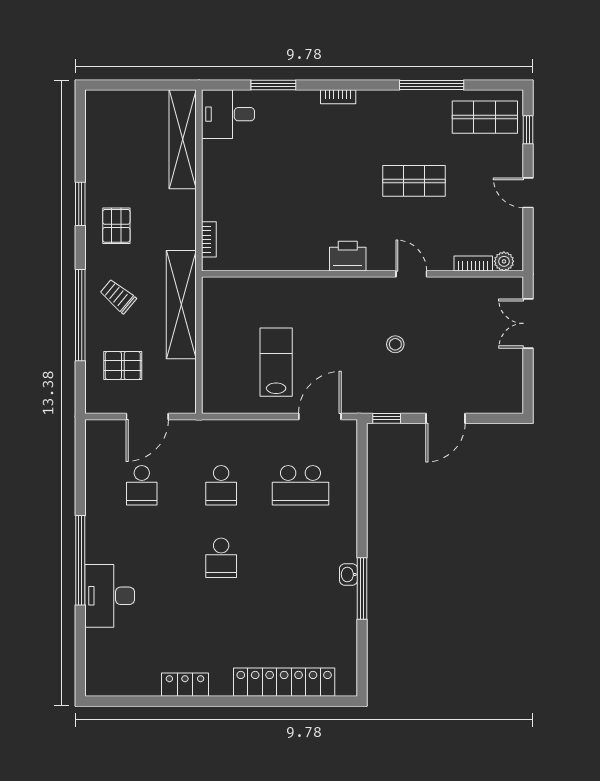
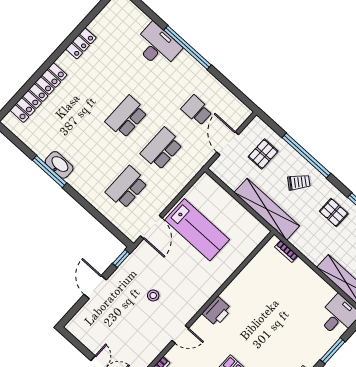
lab bench: (276, 362) -> (197, 230), width x1.36, depth x1.39
school desk: (221, 485) -> (162, 149), width x1.85
school desk: (221, 558) -> (126, 117), width x1.85
washbasin: (349, 574) -> (59, 165), width x1.91, depth x1.45

